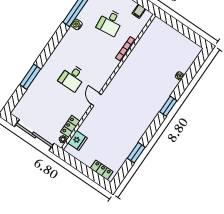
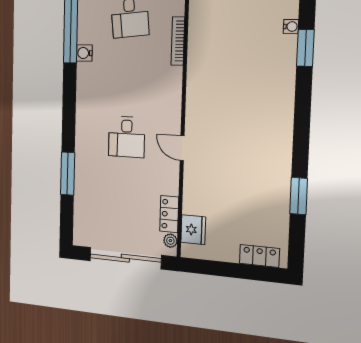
window: (168, 106) -> (305, 48), moved

